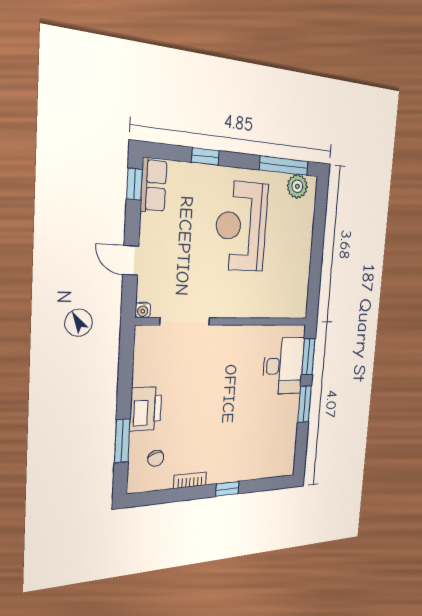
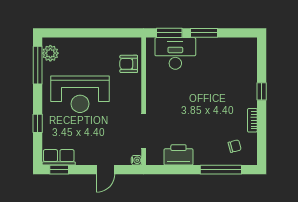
armchair: (275, 300) -> (129, 64), added
printer: (146, 409) -> (178, 155), moved
window: (122, 441) -> (221, 170), width x1.44

